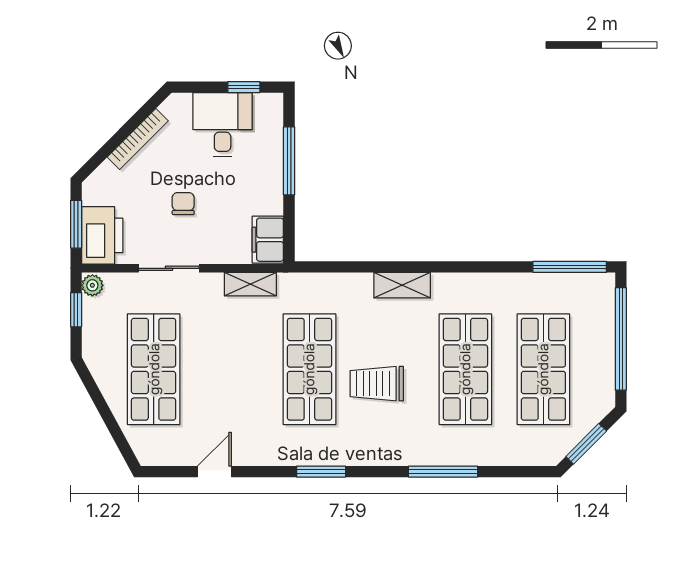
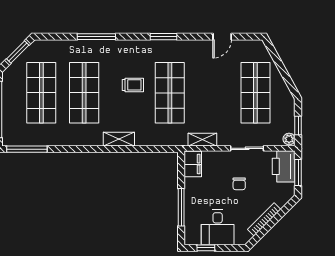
trolley: (377, 384) -> (133, 85), width x0.73, depth x0.72

